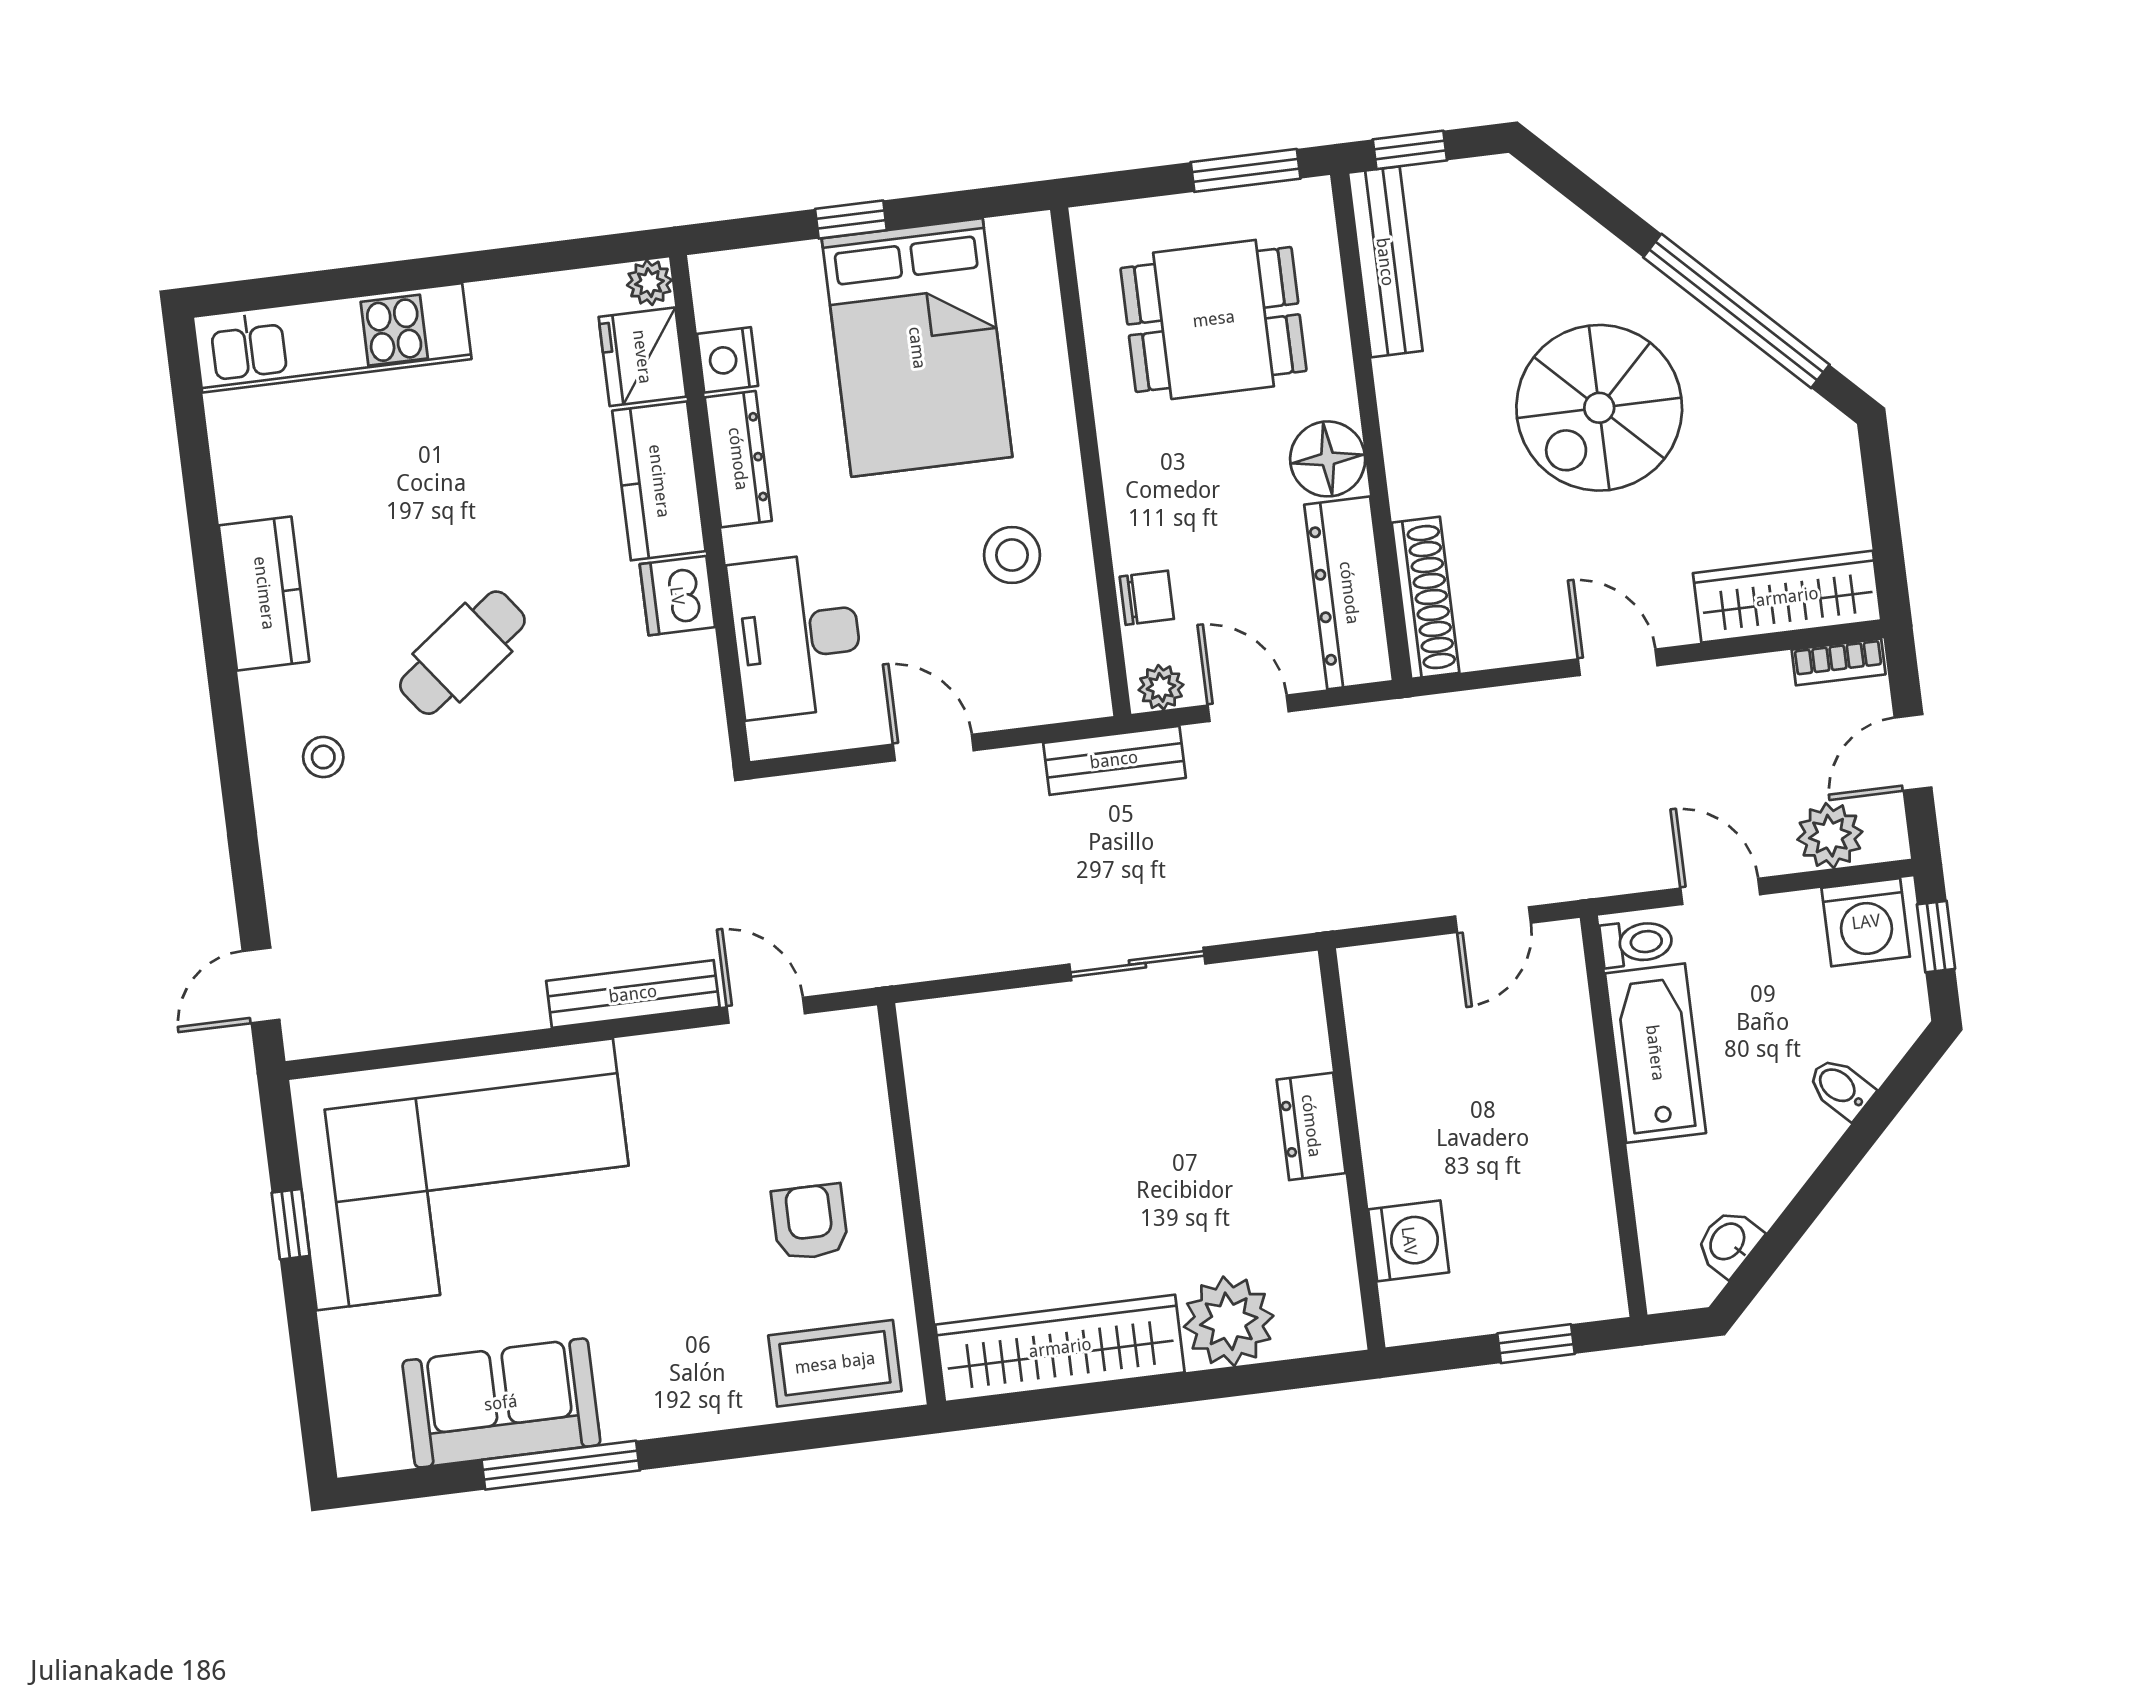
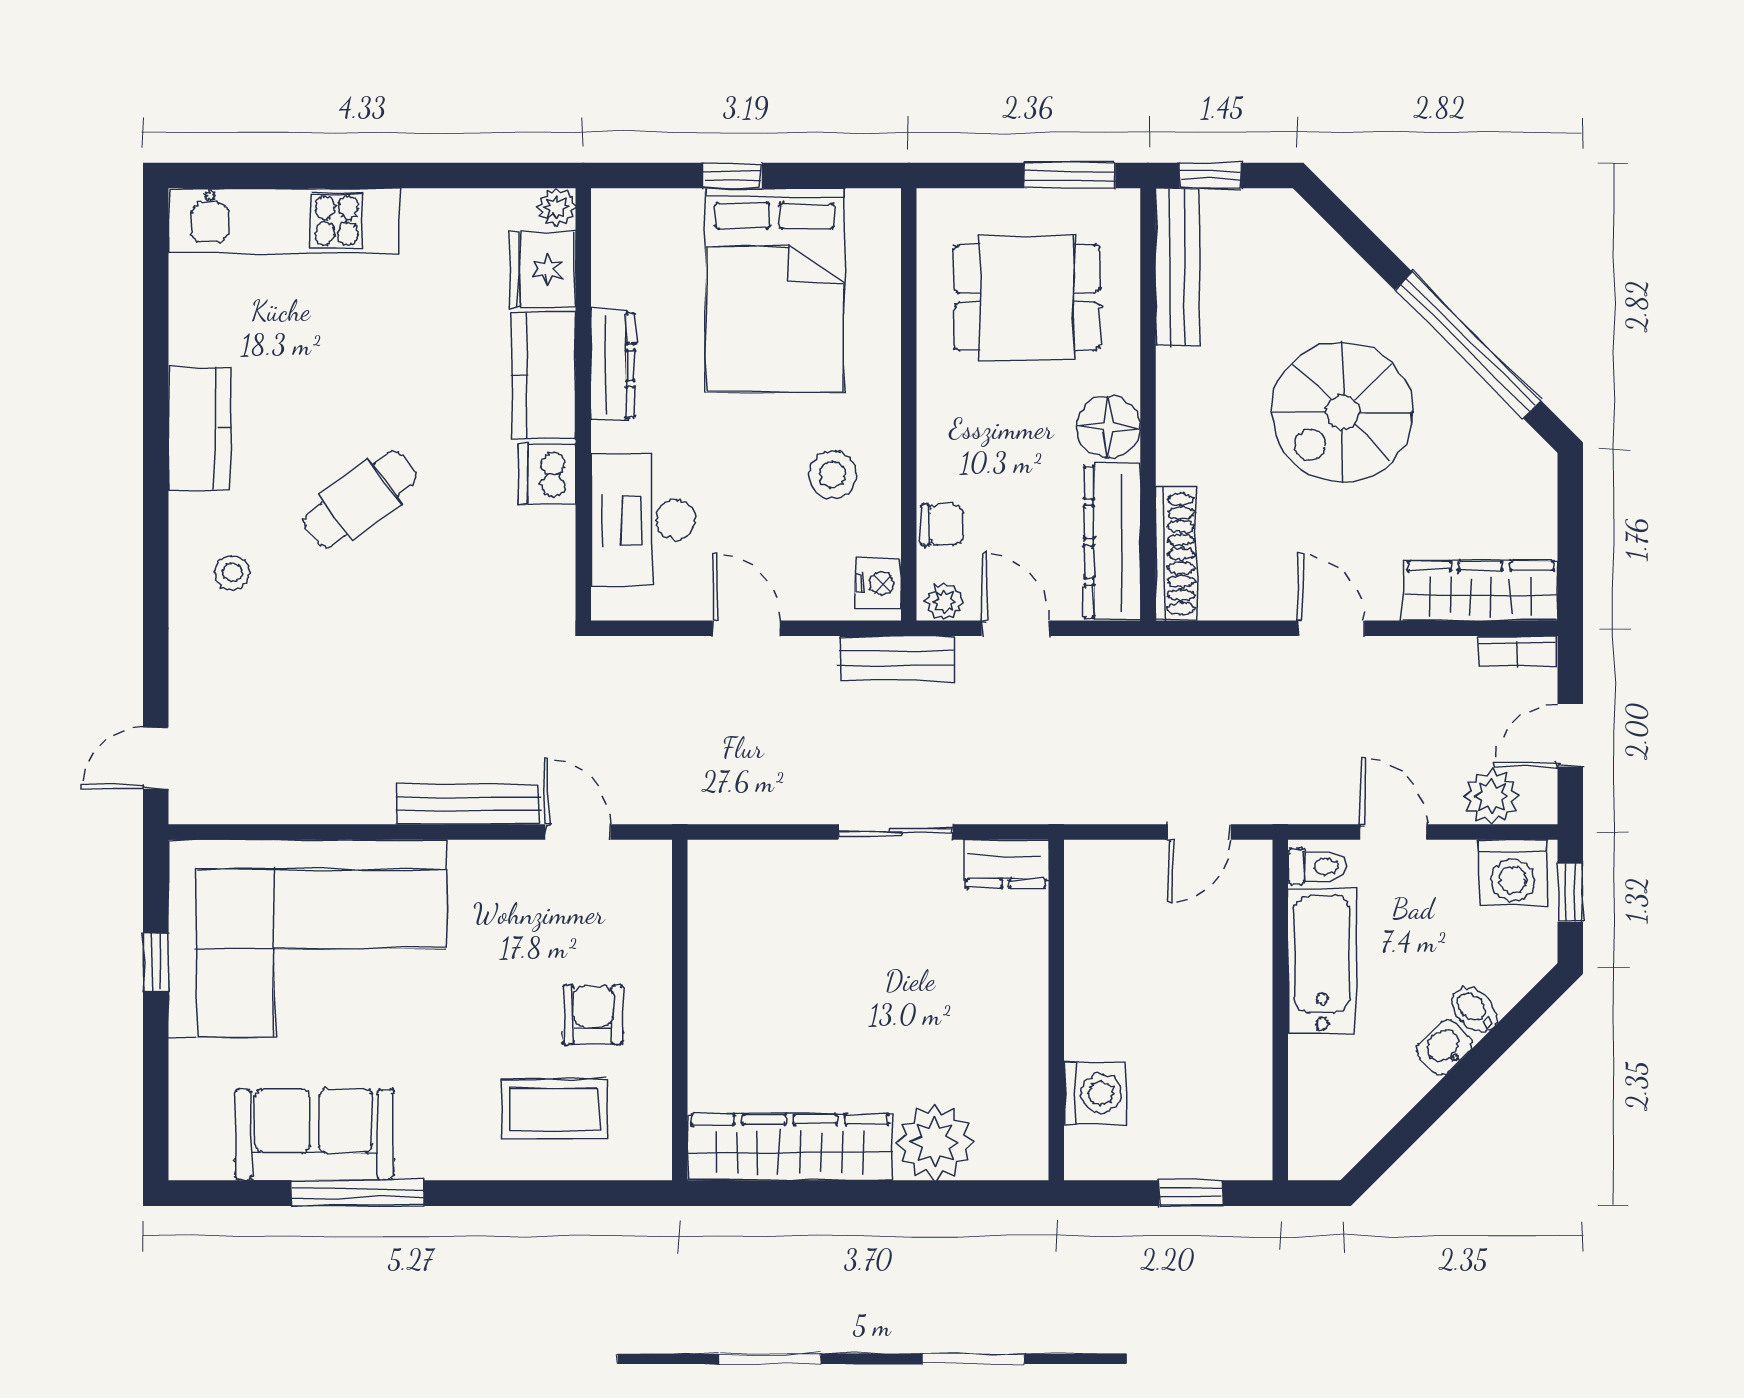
nightstand: (727, 360) -> (878, 583), moved, turned 180
dresser: (1311, 1126) -> (1006, 864), moved, turned -90
washbasin: (1728, 1242) -> (1445, 1047), moved
coffee table: (835, 1363) -> (554, 1109), moved

